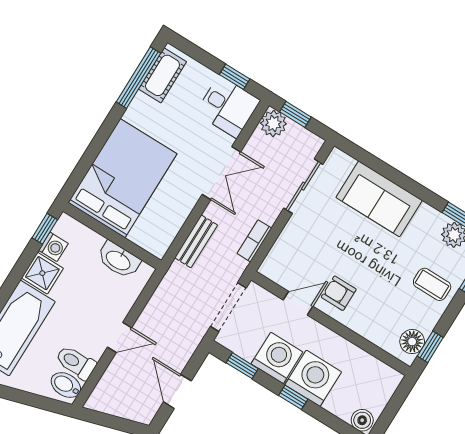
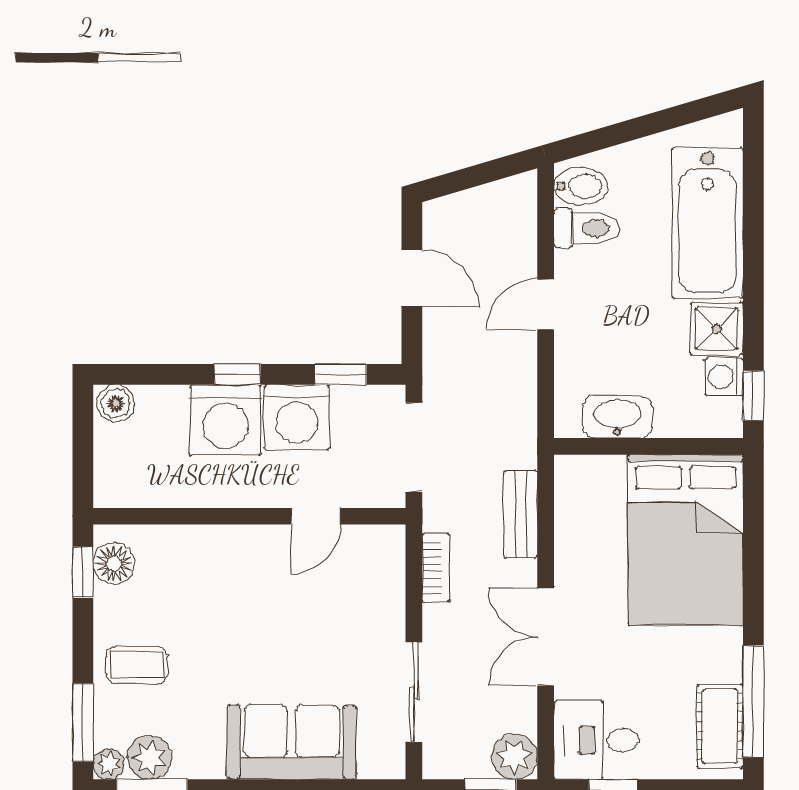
armchair: (339, 293) -> (265, 568), removed

